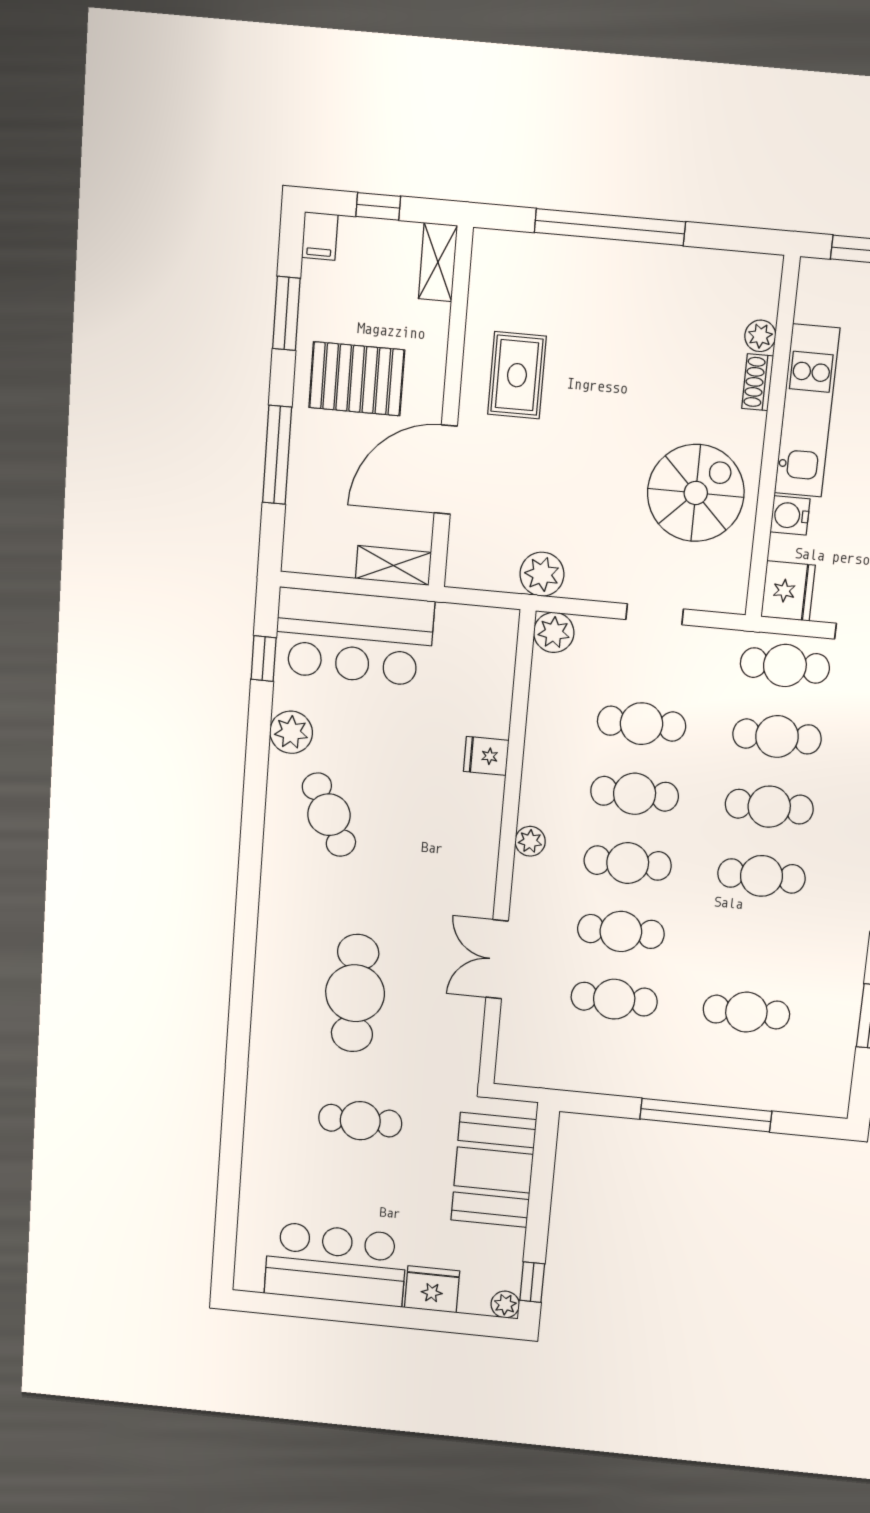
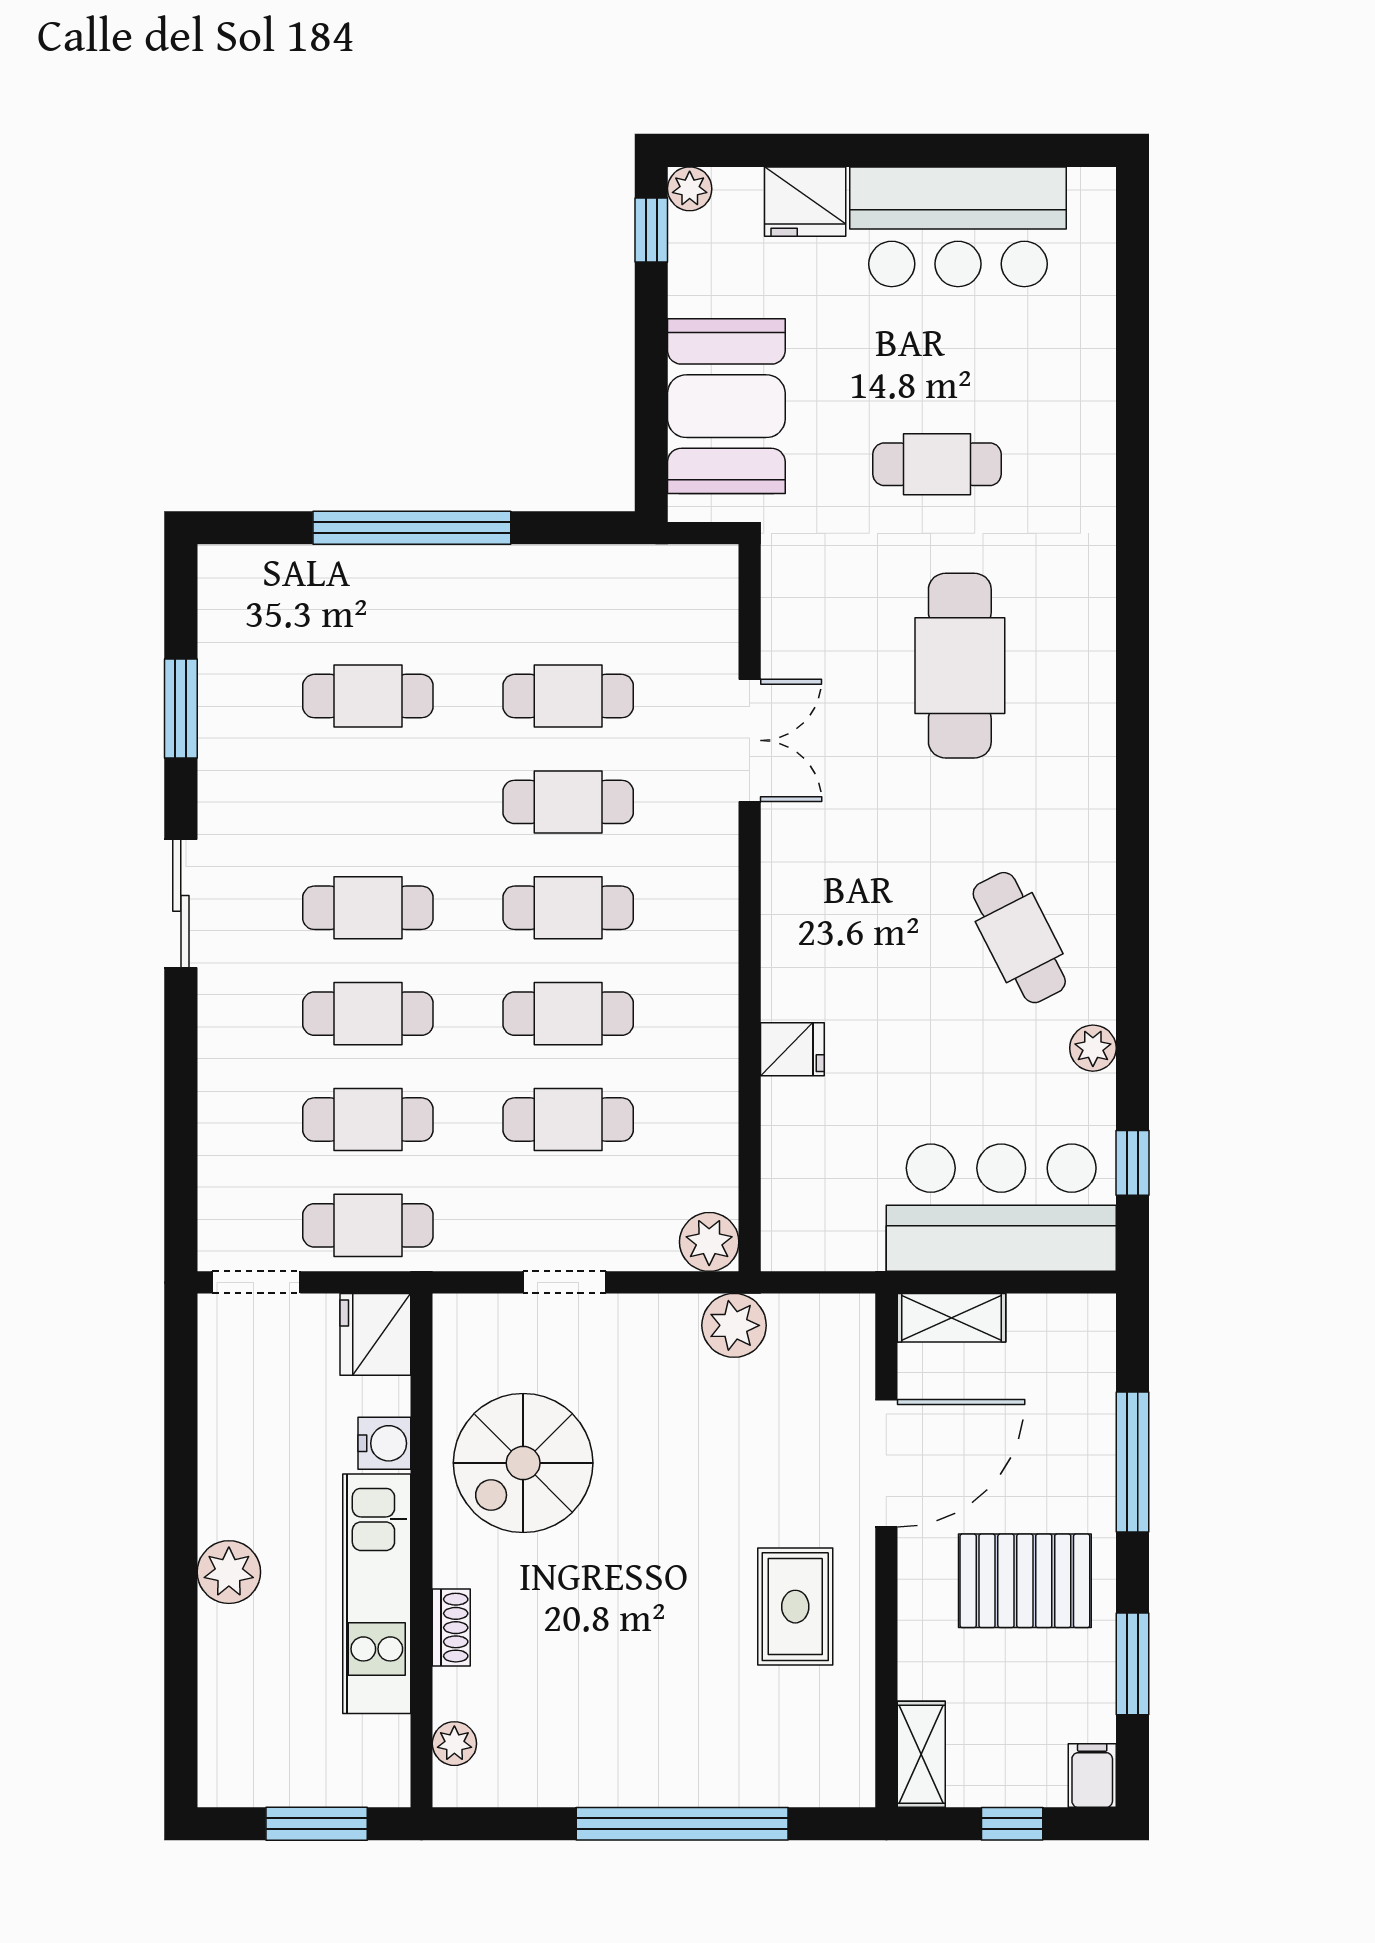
plant: (760, 336) -> (454, 1744), moved
plant: (291, 732) -> (1093, 1048), width x0.73, depth x0.73
plant: (530, 841) -> (716, 927), removed

